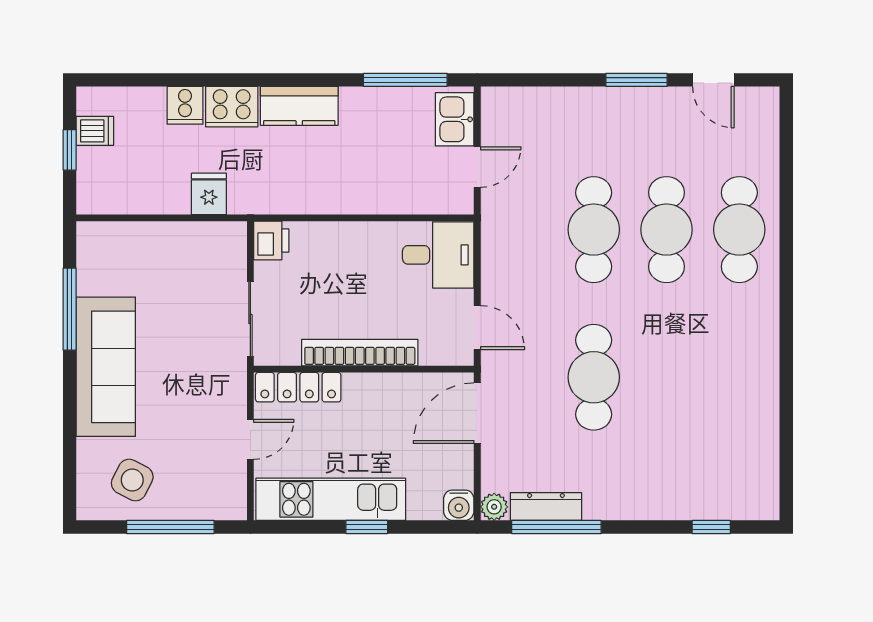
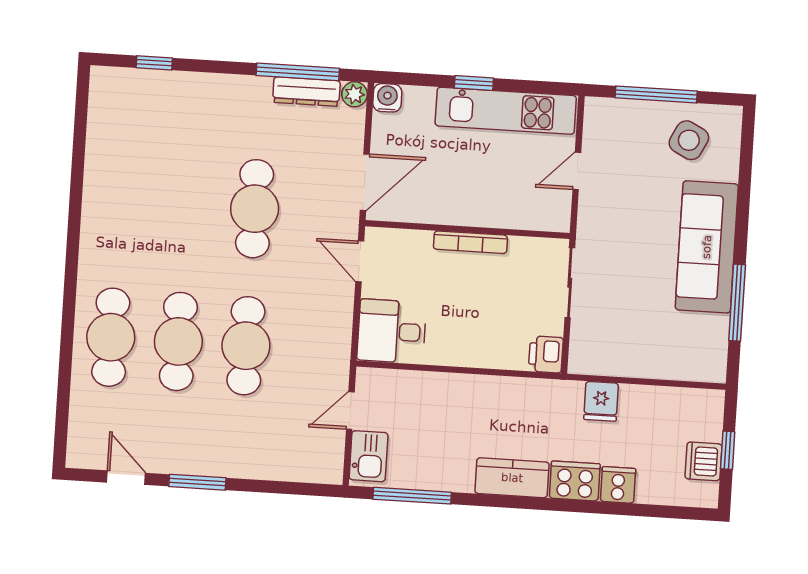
dishwasher: (95, 131) -> (703, 461), width x1.38
bookcase: (360, 353) -> (470, 242), width x0.68, depth x0.76
locker: (298, 387) -> (529, 217), removed

